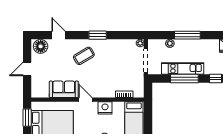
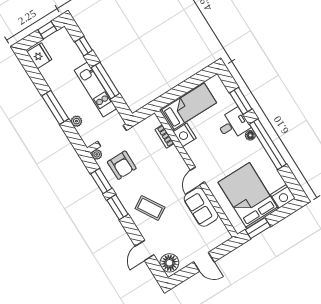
window: (121, 35) -> (101, 181), added
armchair: (123, 55) -> (122, 165), added
nightstand: (105, 108) -> (185, 135), moved

